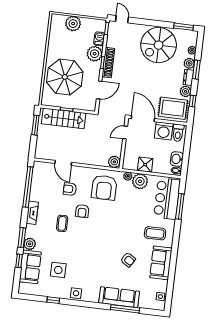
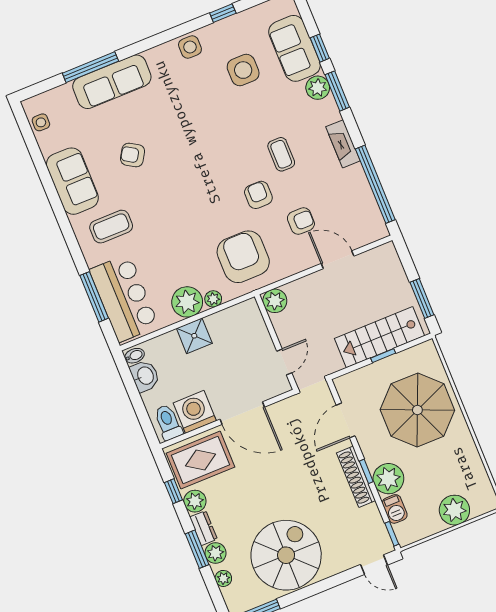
door: (125, 133) -> (284, 362), moved
wall: (124, 143) -> (276, 342), moved
plant: (114, 162) -> (275, 301), moved

